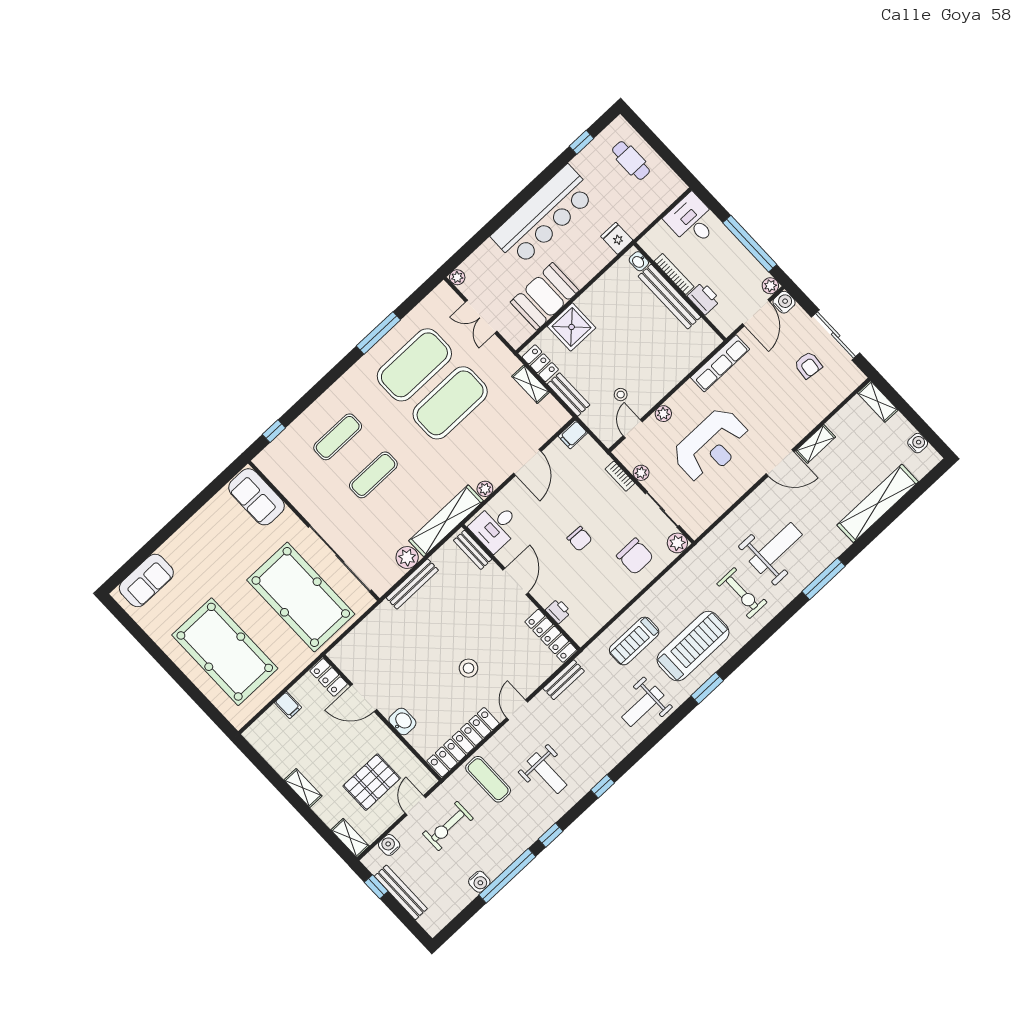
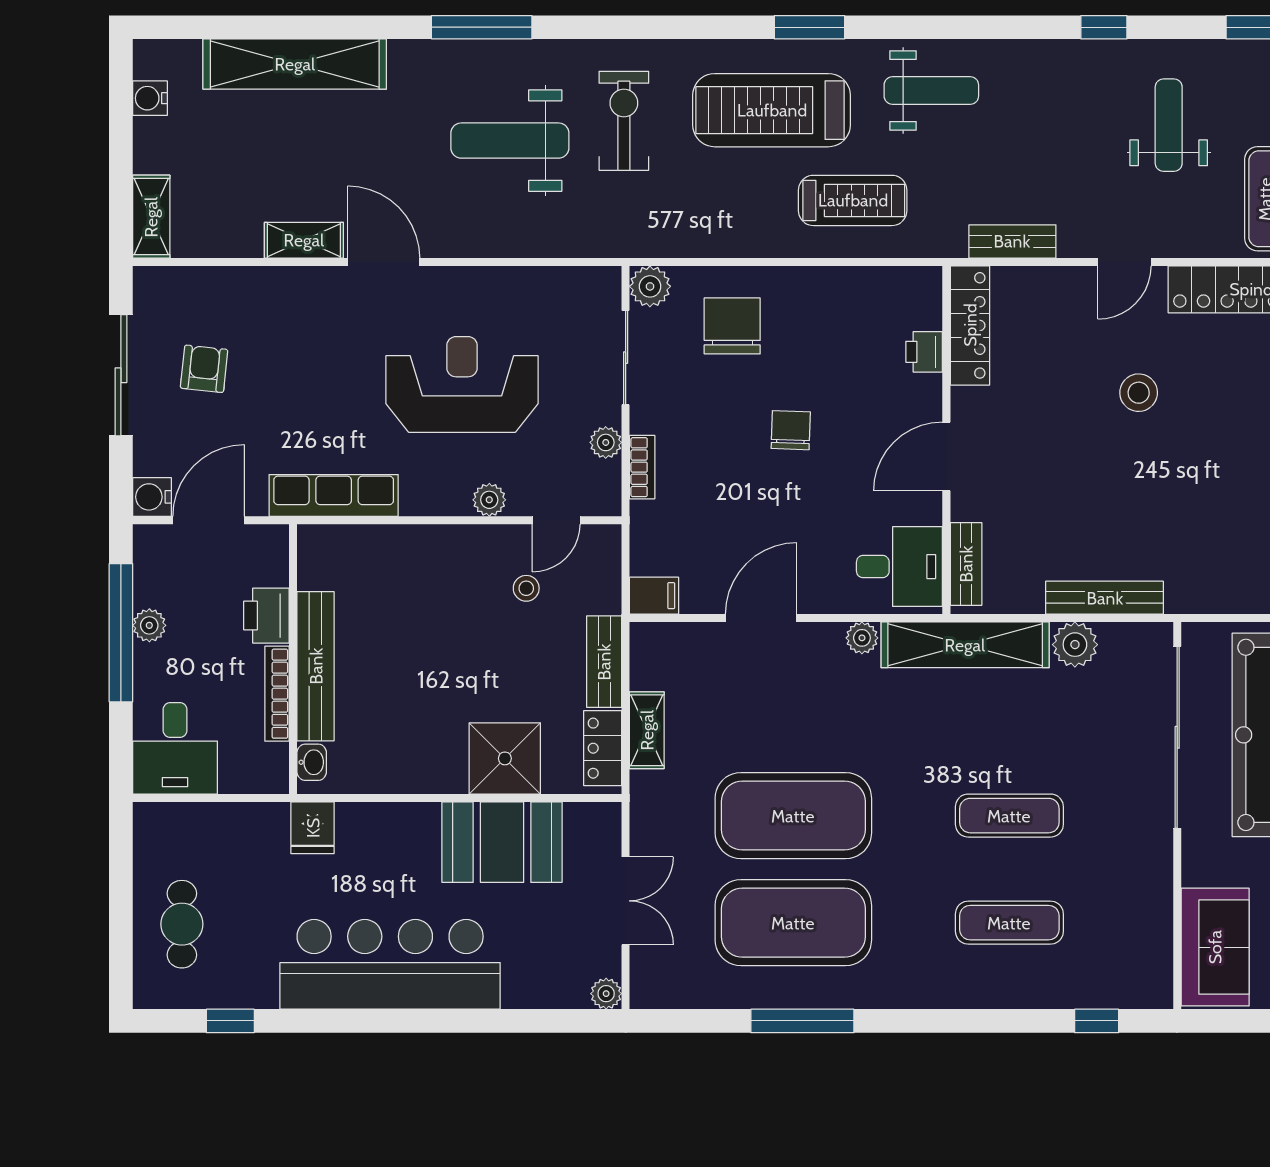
plant: (770, 286) -> (149, 625), moved

